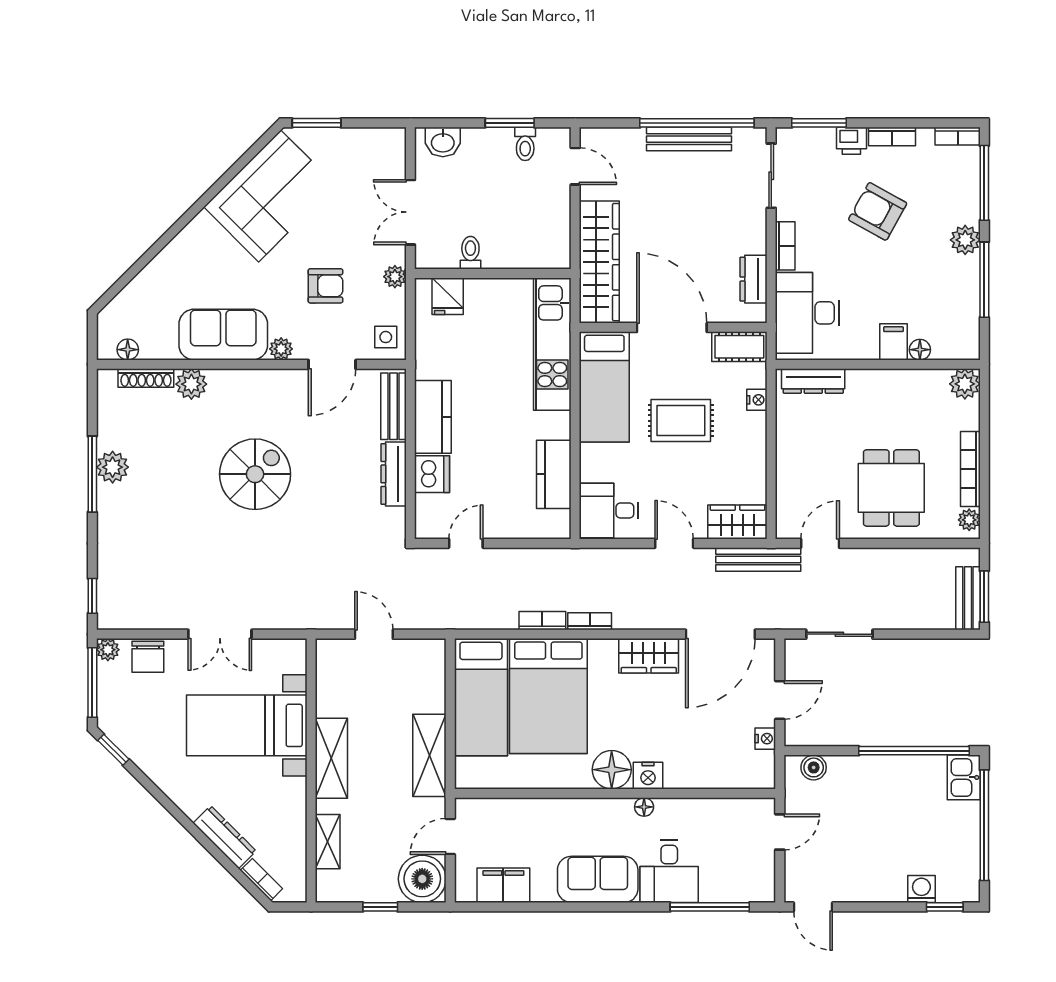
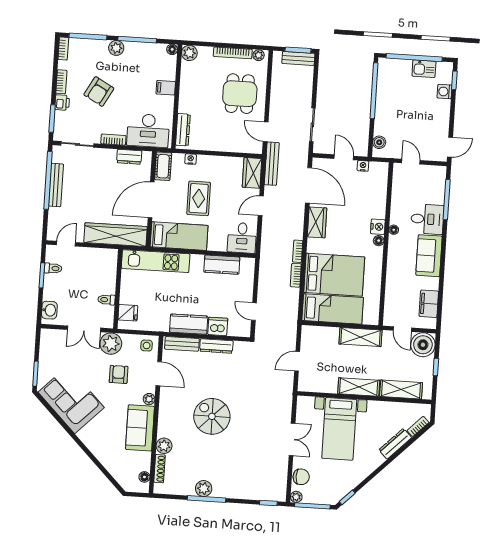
plant: (395, 277) -> (111, 344), width x1.88, depth x1.88
floor lamp: (920, 350) -> (172, 49), moved
dining table: (891, 488) -> (240, 94), turned 90
floor lamp: (612, 770) -> (379, 241), width x0.53, depth x0.53
kitchen sink: (964, 777) -> (424, 69), moved
shelving: (328, 842) -> (401, 390), width x1.50, depth x1.33

